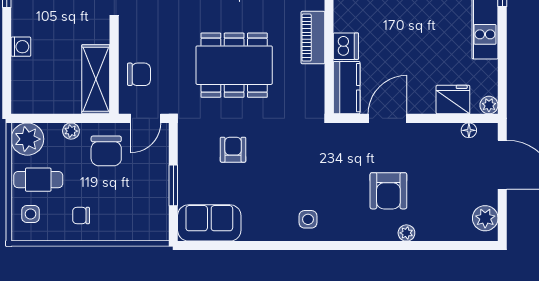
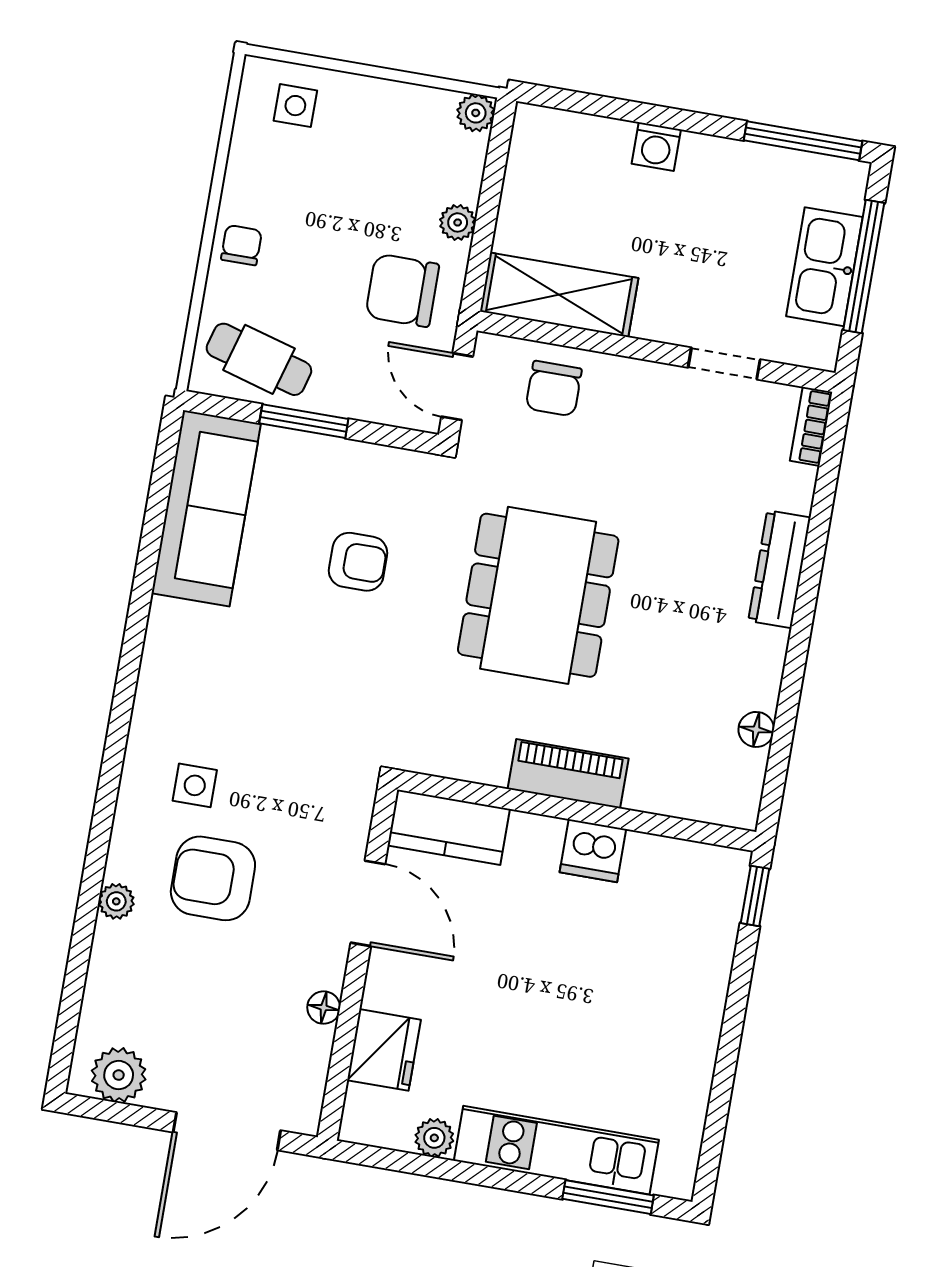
dishwasher: (346, 46) -> (593, 851), moved
plant: (489, 105) -> (434, 1138), moved
floor lamp: (469, 130) -> (324, 1008), moved
plant: (27, 139) -> (476, 113), width x0.53, depth x0.53
cafe table: (38, 180) -> (259, 359), moved, turned -74
chair: (81, 216) -> (241, 245), moved
side table: (308, 219) -> (195, 785), moved
sofa: (209, 223) -> (206, 508), width x1.36

